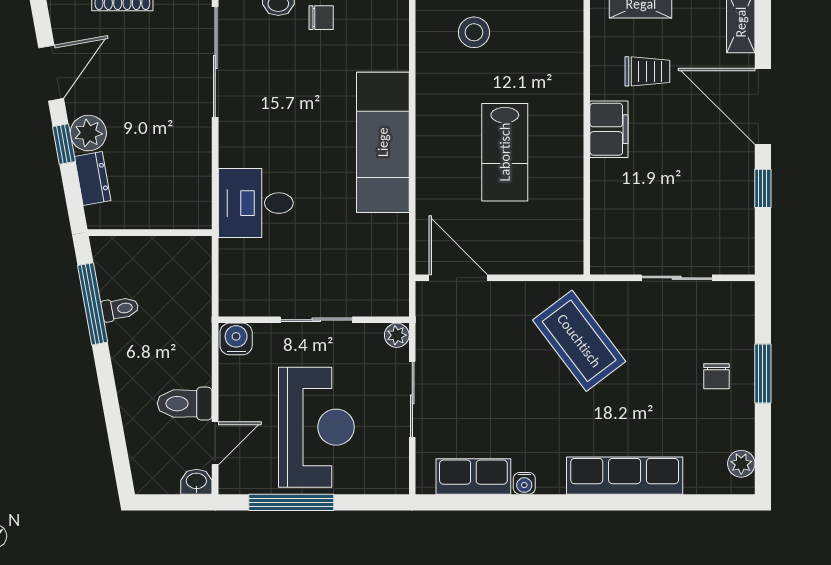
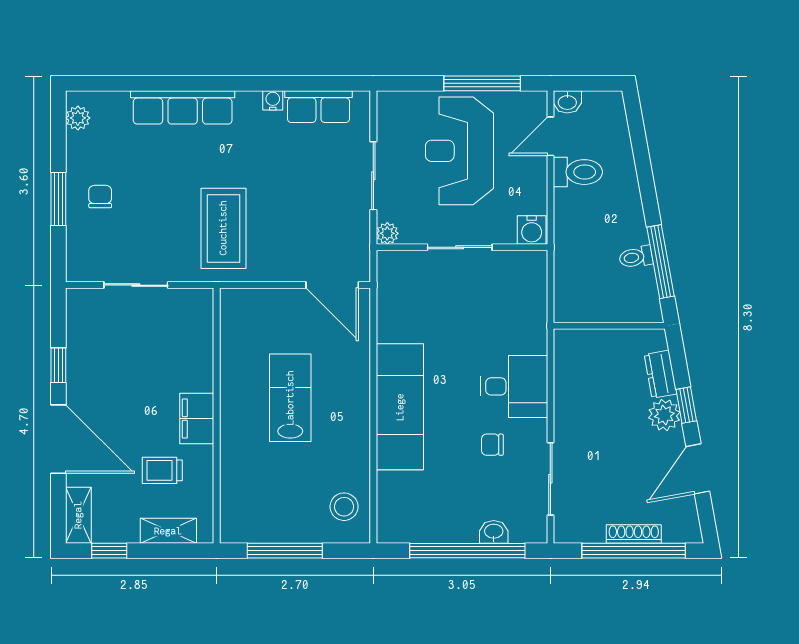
chair: (321, 18) -> (492, 445), moved
stool: (474, 32) -> (344, 507), moved
sliding door: (215, 62) -> (550, 479), width x0.73
desk: (256, 203) -> (514, 386), moved
coffee table: (579, 341) -> (223, 228), turned 37

